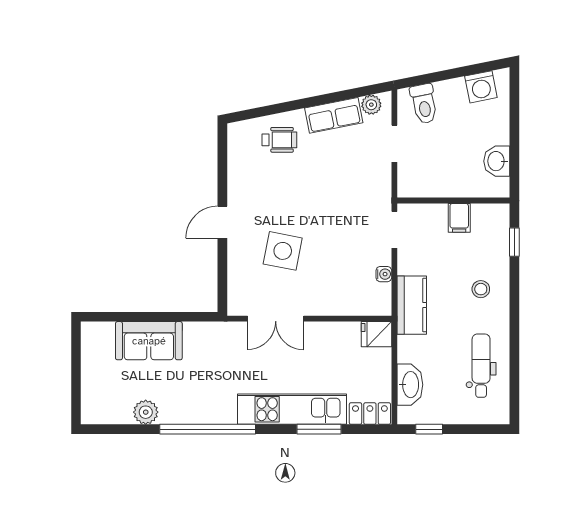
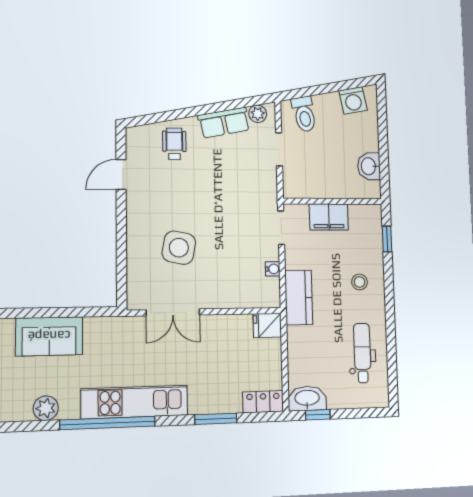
wheelchair: (279, 140) -> (174, 144), turned -90
filing cabinet: (459, 218) -> (329, 217), width x2.00
door: (222, 222) -> (121, 175), moved
washbasin: (410, 385) -> (307, 398), moved, turned -90
kitchen unit: (292, 409) -> (135, 402), moved

